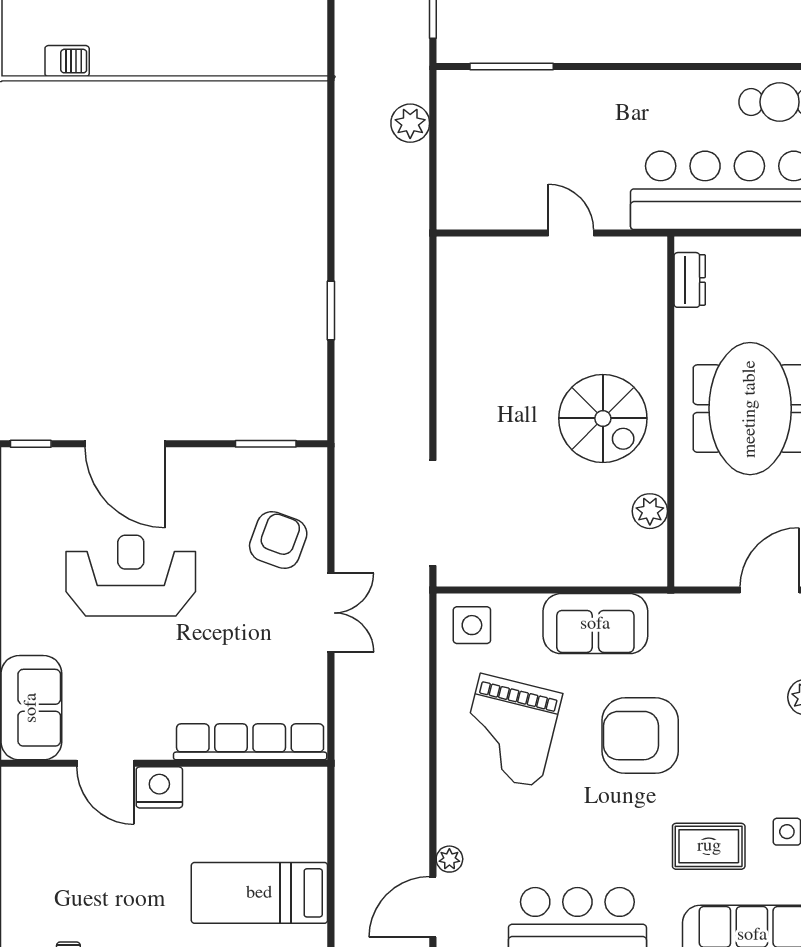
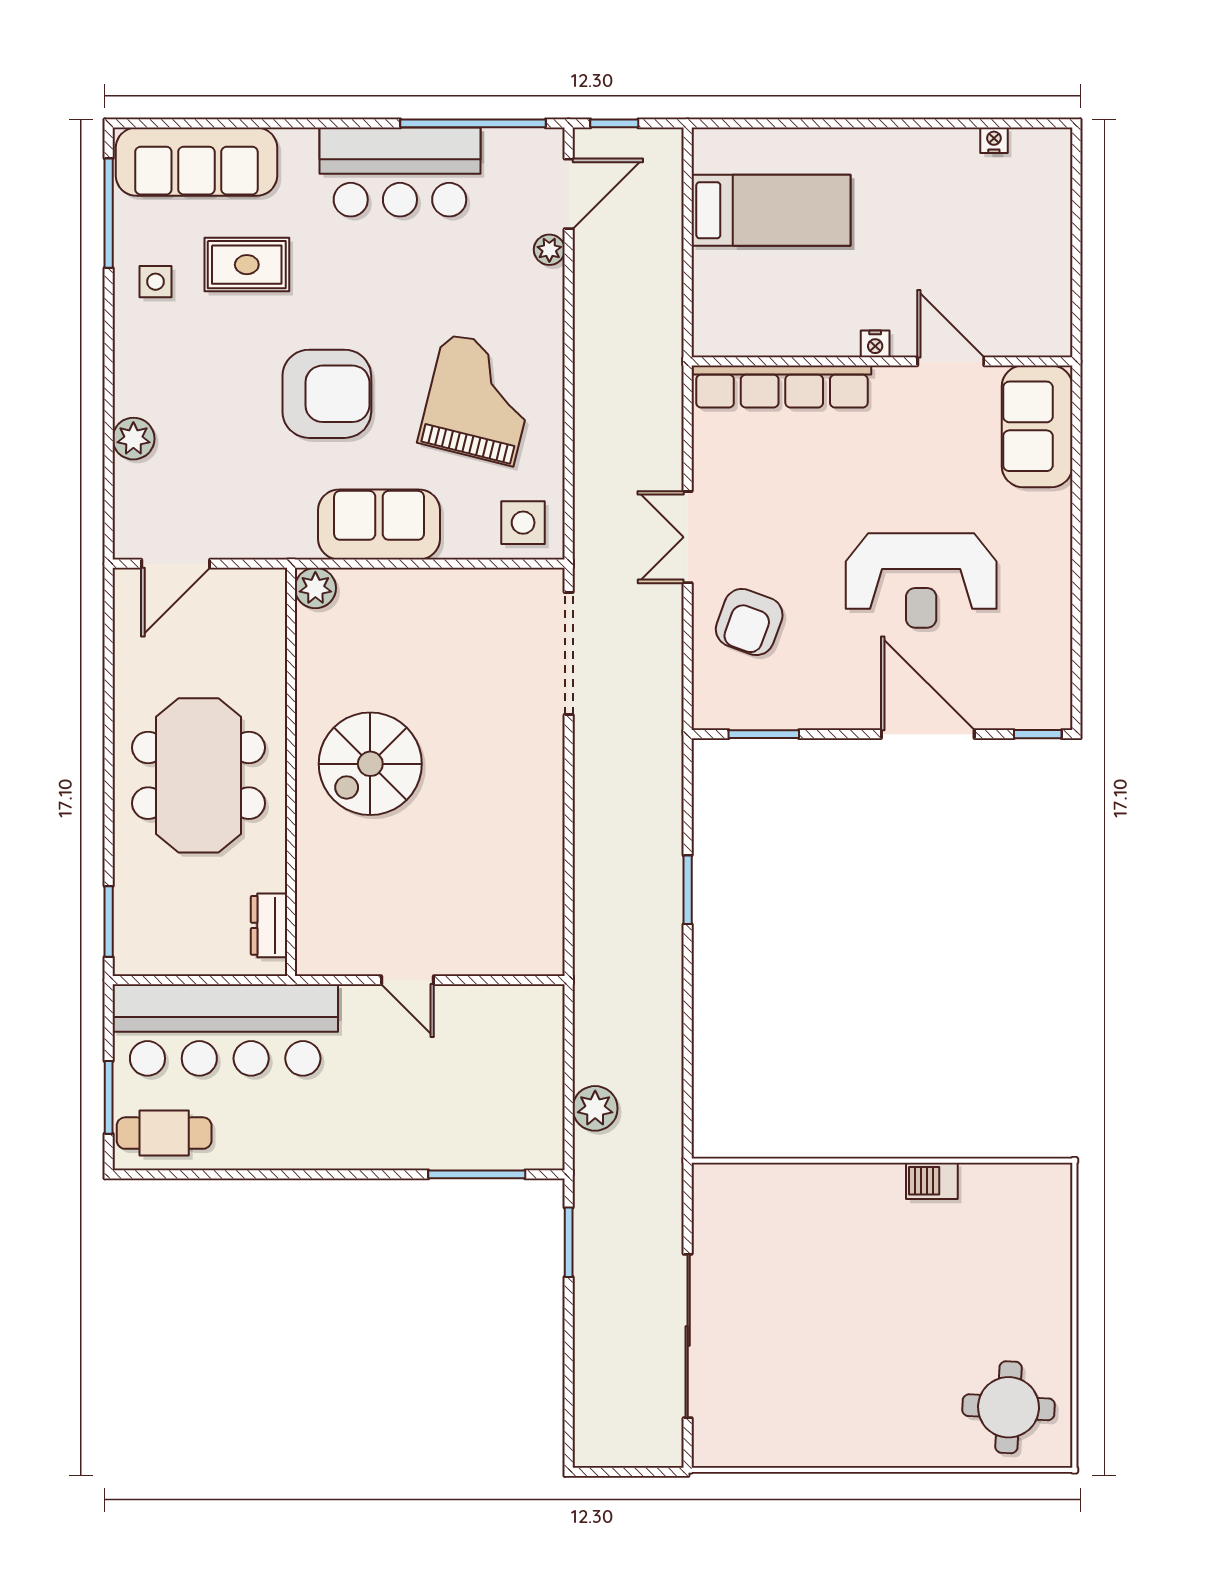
barbecue: (67, 61) -> (932, 1181), moved
spiral stairs: (603, 418) -> (370, 764), turned -90
plant: (650, 511) -> (315, 588), moved
nightstand: (159, 787) -> (875, 344), width x0.53, depth x0.56

